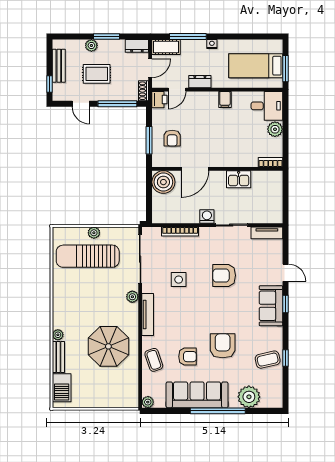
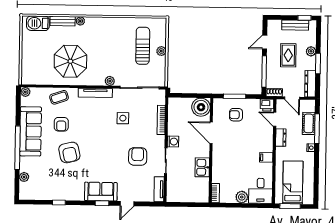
dresser: (137, 46) -> (310, 84), width x1.44
cot: (166, 47) -> (309, 123), moved
window: (50, 84) -> (304, 18), moved
sun lounger: (88, 256) -> (143, 46), width x0.73, depth x0.75
armchair: (224, 275) -> (138, 156), moved
armchair: (223, 346) -> (69, 152), turned 77
coffee table: (268, 360) -> (58, 188), removed
plant: (249, 397) -> (24, 177), width x0.53, depth x0.53

